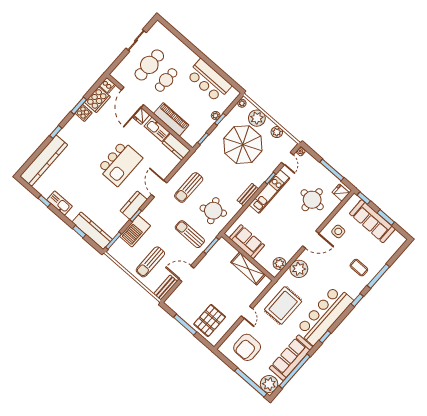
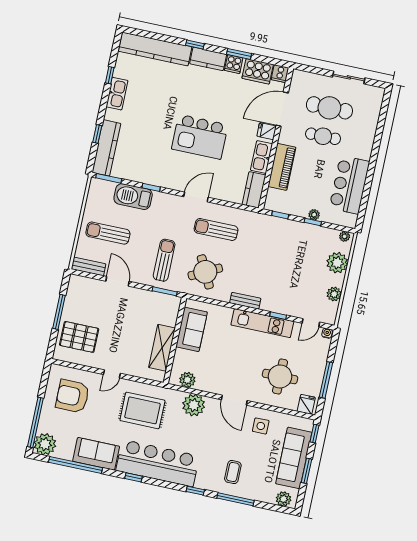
parasol: (243, 145) -> (298, 264), removed
kitchen counter: (134, 205) -> (208, 59), moved, turned 180
plant: (396, 244) -> (284, 499), added
sofa: (291, 358) -> (96, 454), width x0.73

